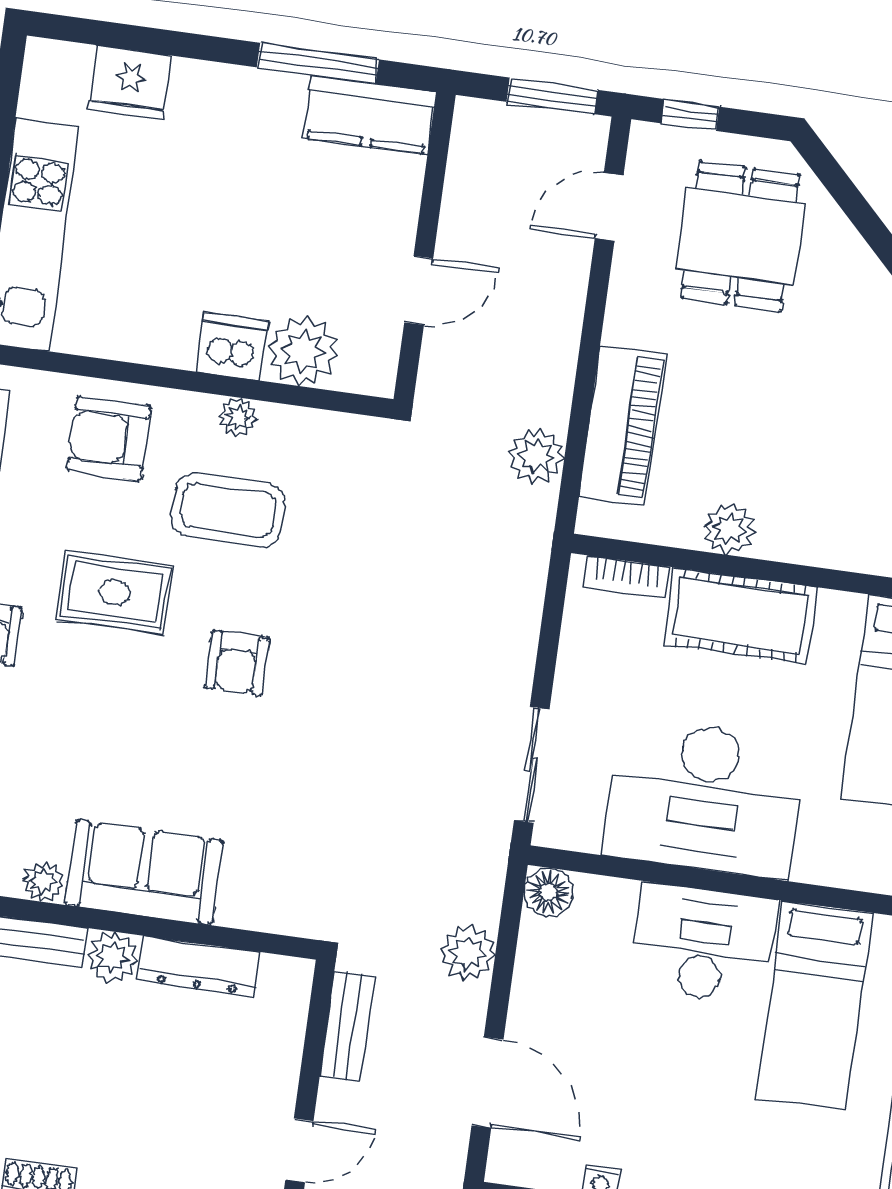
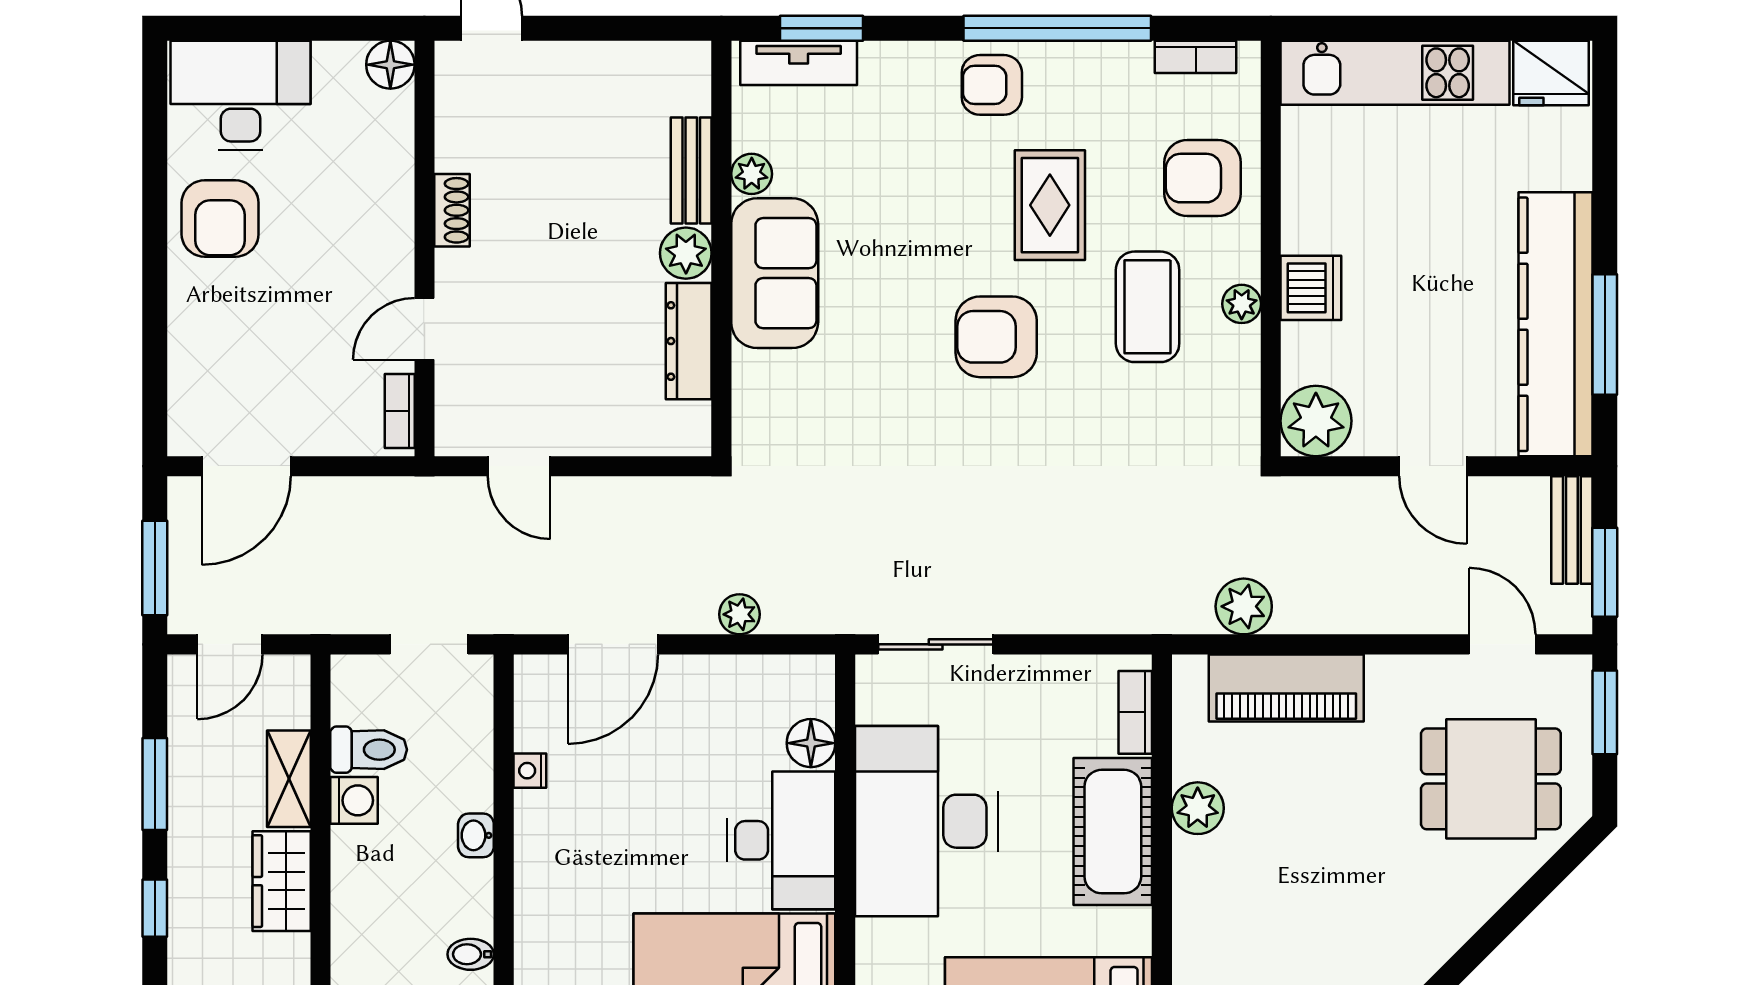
fridge: (130, 82) -> (1551, 73), moved, turned -90
kitchen counter: (370, 115) -> (1556, 324), width x2.08, depth x1.17
window: (690, 115) -> (1605, 712), width x1.50
door: (419, 290) -> (1433, 466), moved
plant: (303, 351) -> (1316, 421), moved
armchair: (109, 438) -> (1203, 178), turned -90
armchair: (237, 663) -> (996, 337), width x1.38, depth x1.38
floor lamp: (548, 892) -> (811, 743), moved
plant: (468, 953) -> (740, 614), width x0.73, depth x0.73
bench: (347, 1027) -> (1572, 530), moved, turned 90

